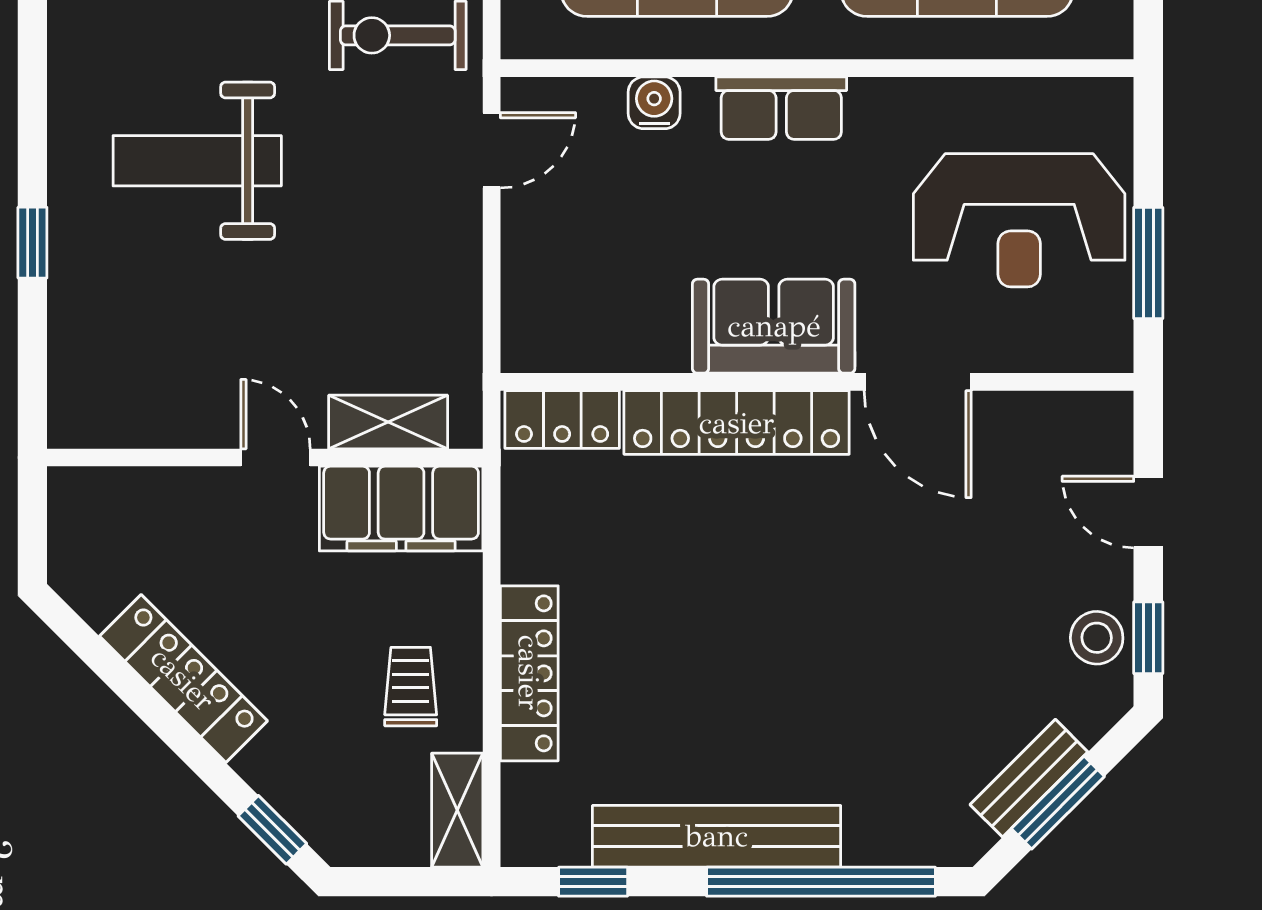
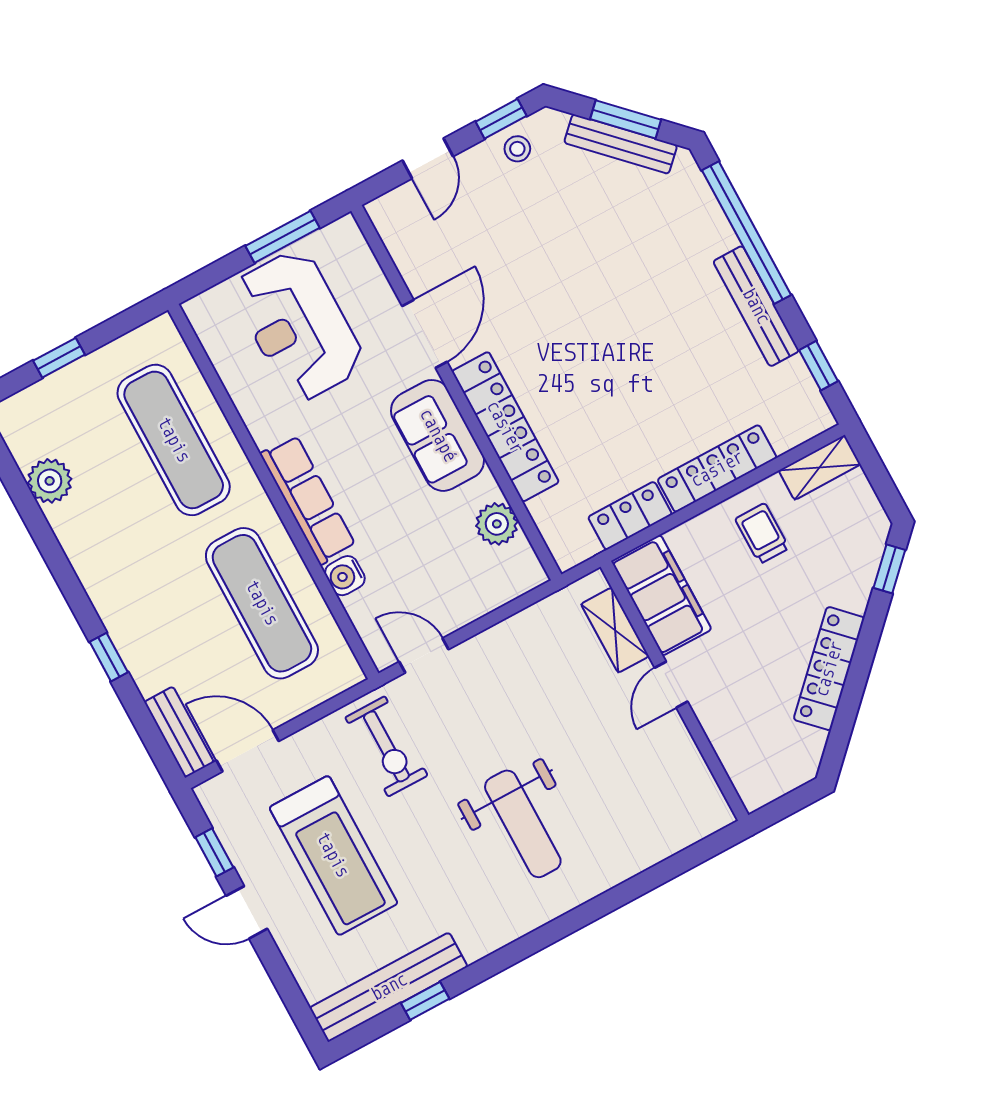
row of seats: (781, 108) -> (308, 500), width x1.48
reception desk: (1019, 220) -> (298, 326), turned 180
window: (32, 243) -> (623, 894), removed
plant: (614, 341) -> (497, 524), added
locker: (562, 420) -> (630, 516), moved, turned -90
stool: (1097, 638) -> (517, 149), width x0.73, depth x0.73
trolley: (411, 687) -> (762, 533), turned 90
bench: (1029, 778) -> (621, 144), width x1.36
bench: (717, 836) -> (756, 306), width x0.73, depth x0.82

